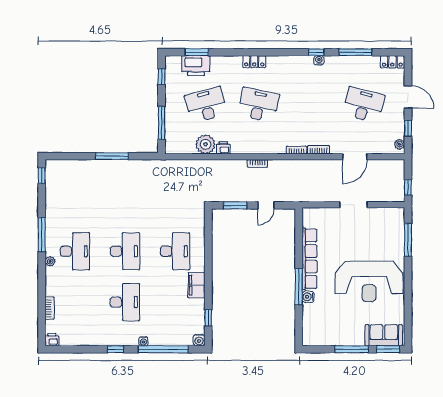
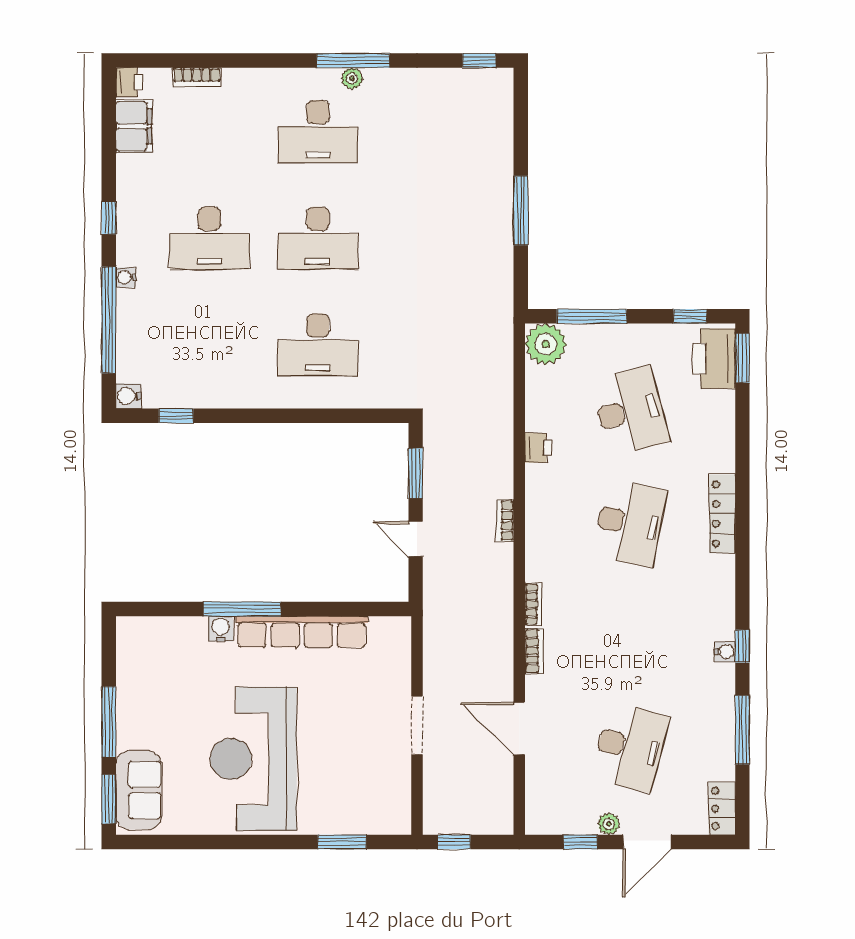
window: (197, 52) -> (742, 358), moved
locker: (254, 62) -> (722, 514), width x1.53
printer: (196, 66) -> (714, 359), moved
plant: (206, 144) -> (546, 344), moved
plant: (400, 144) -> (609, 824), moved
window: (408, 240) -> (342, 842), width x0.69
plant: (50, 261) -> (352, 78), moved
filing cabinet: (196, 285) -> (134, 126), moved, turned 90

